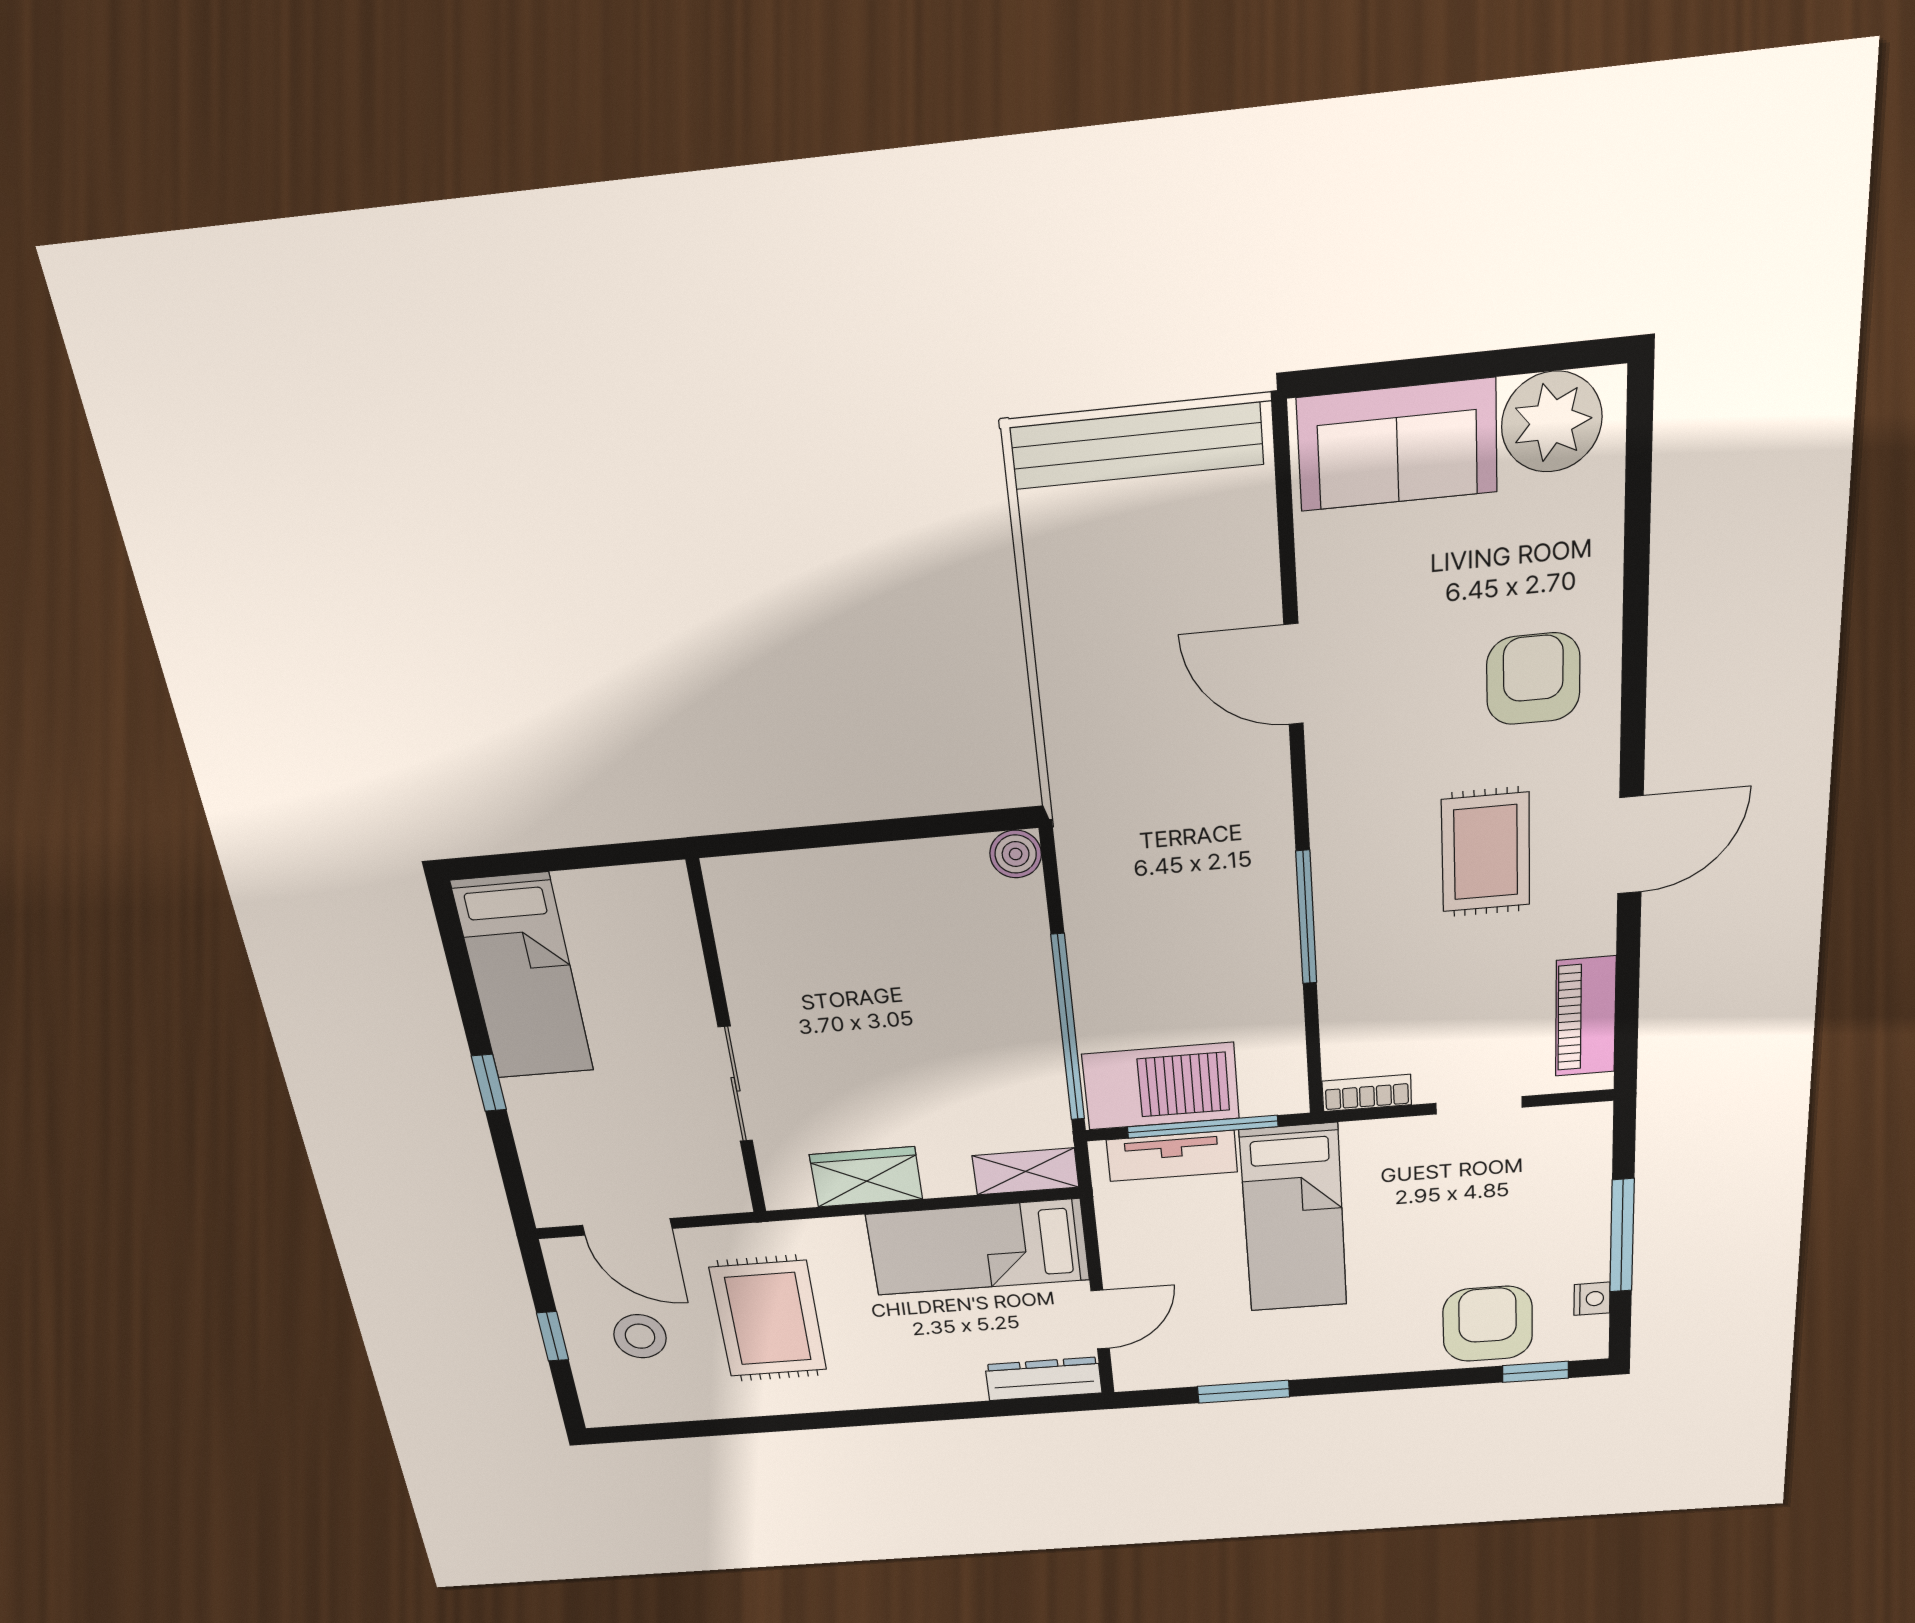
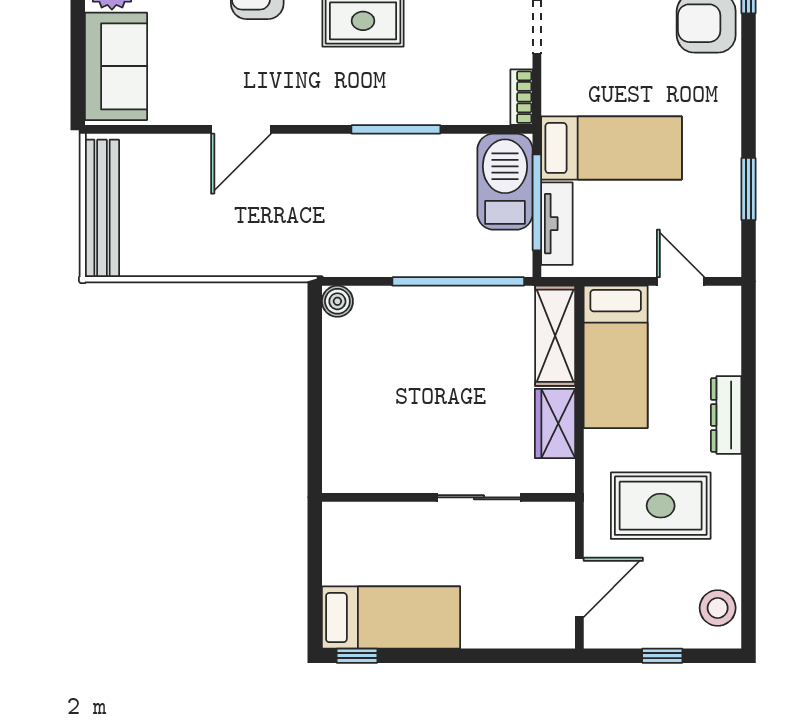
window: (489, 1083) -> (357, 656), moved
barbecue: (1161, 1086) -> (505, 182), moved
shelving: (1026, 1171) -> (555, 336), width x1.50, depth x1.33
stool: (640, 1336) -> (718, 608), moved
dresser: (1044, 1379) -> (726, 415), moved

